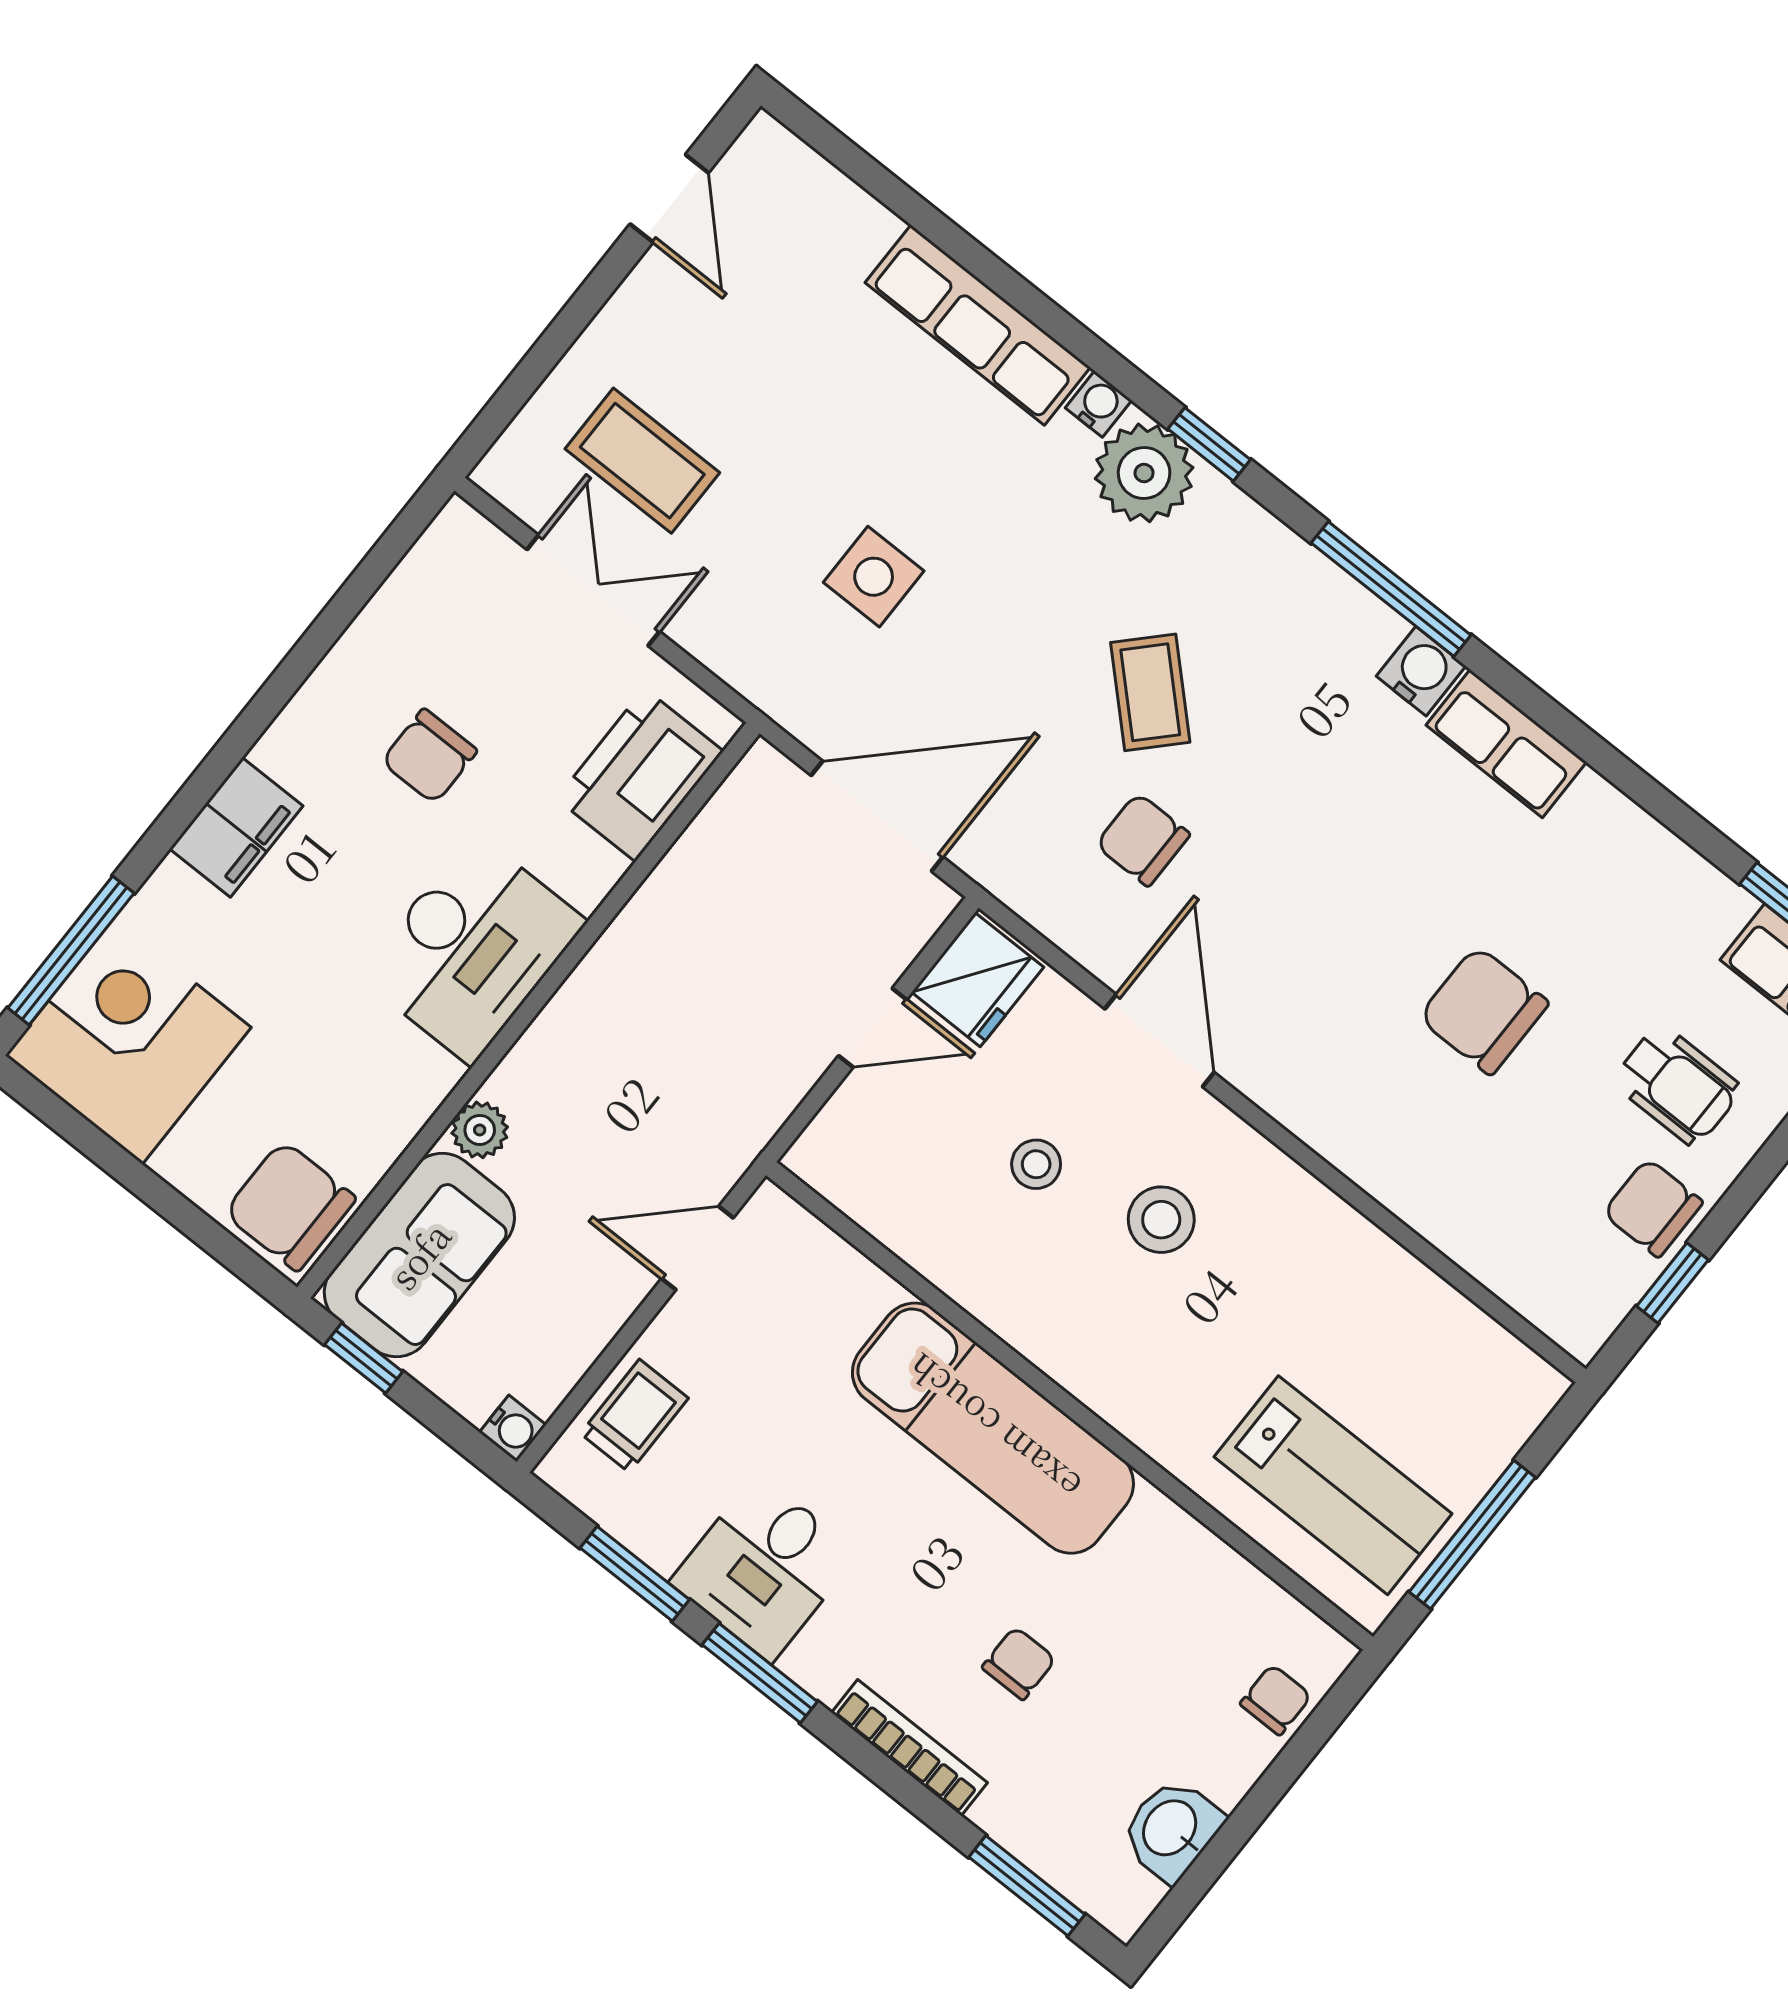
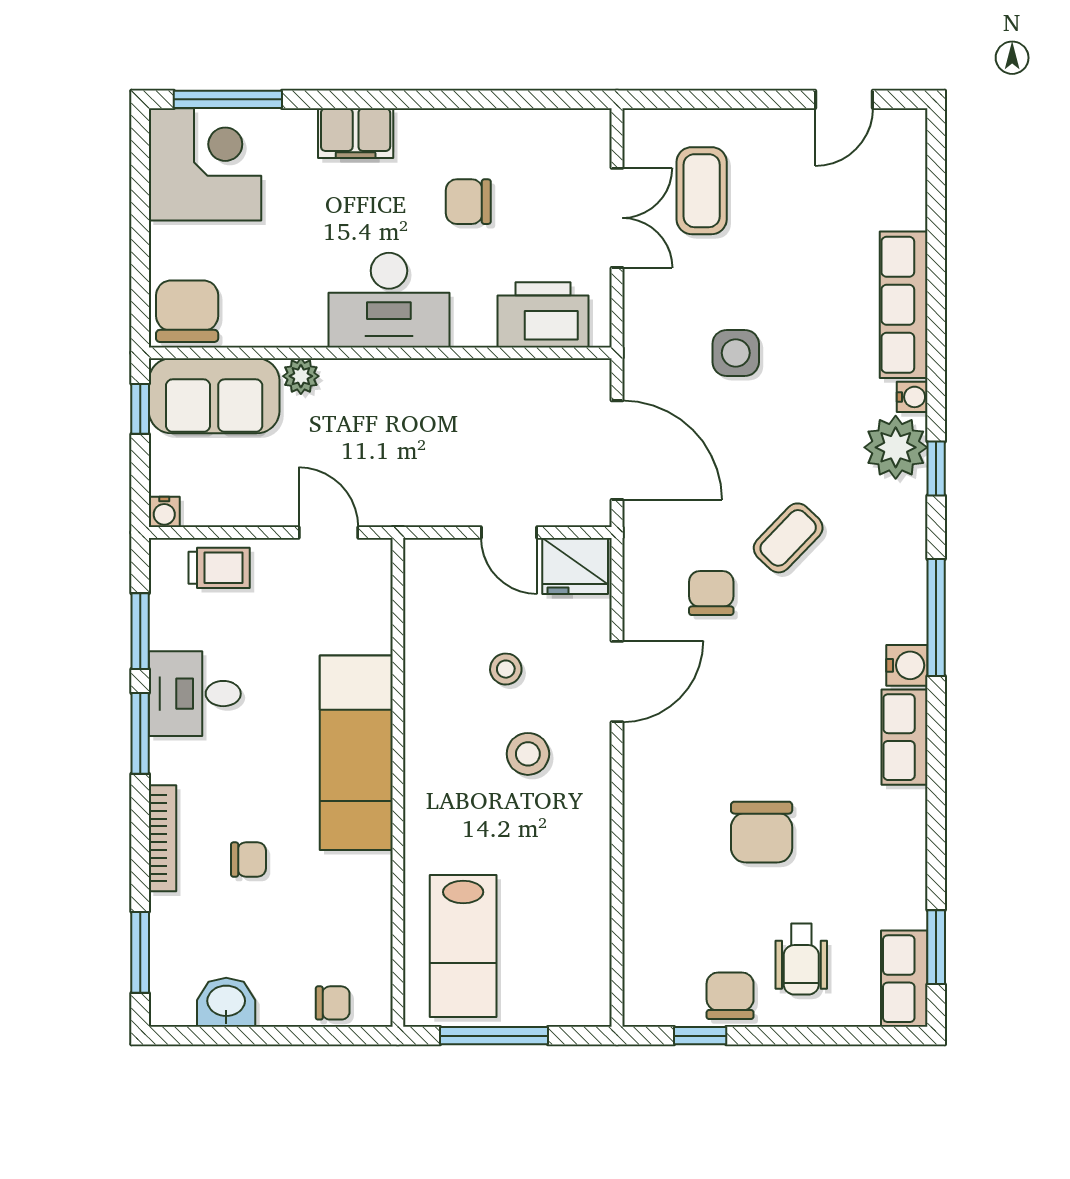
chair: (1484, 1010) -> (762, 832), turned 180

